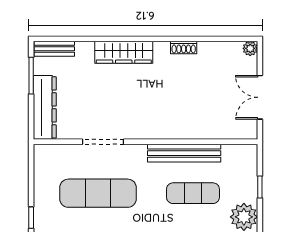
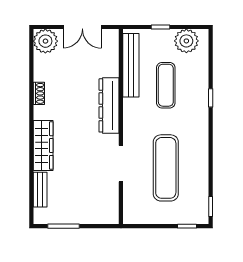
plant: (250, 48) -> (45, 41), width x1.88, depth x1.88
bench: (54, 49) -> (40, 190), moved
dresser: (45, 107) -> (109, 105), moved, turned -90
bench: (184, 153) -> (131, 65), moved

